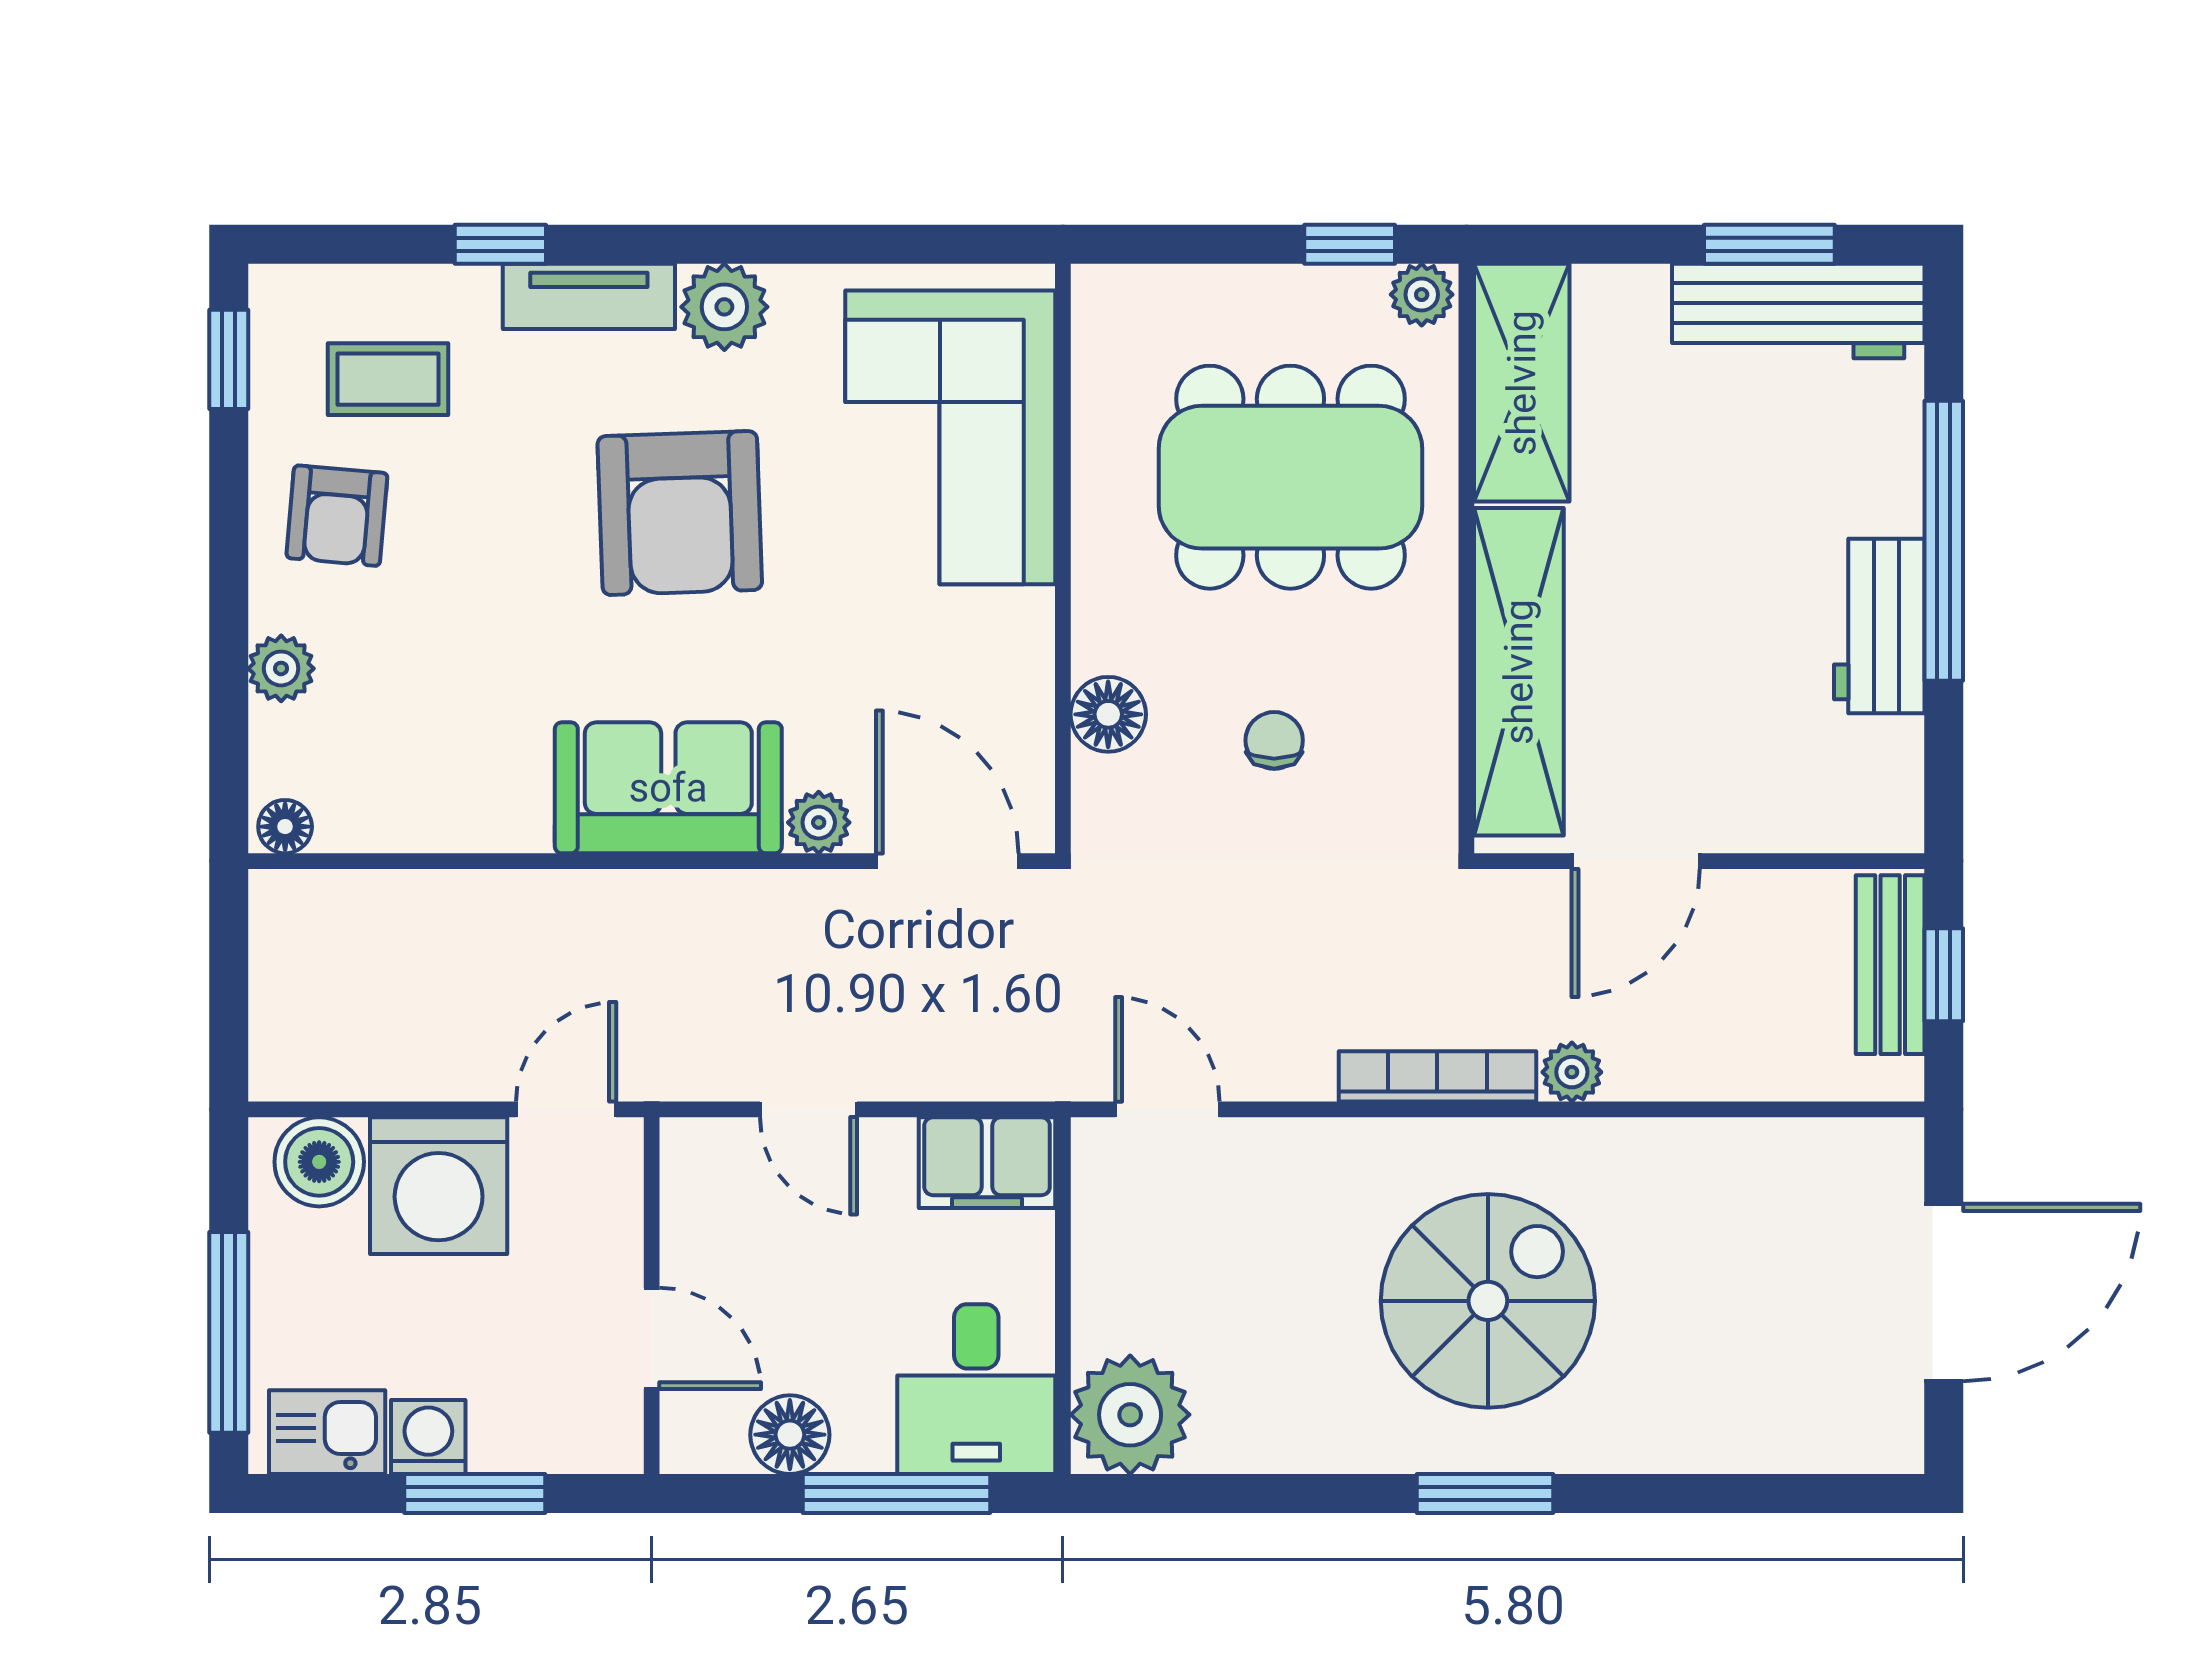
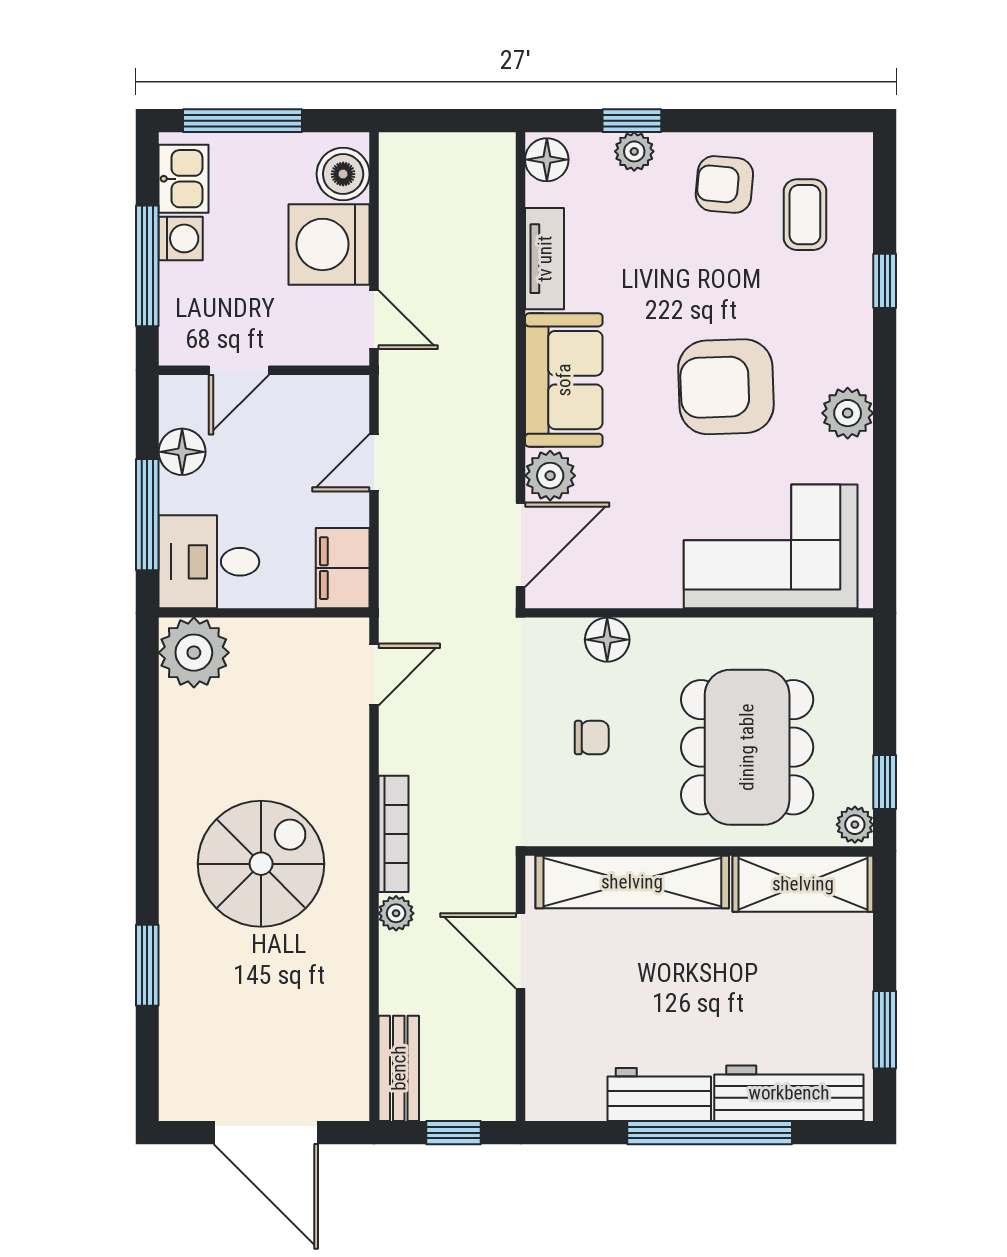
tv unit: (589, 296) -> (545, 259), moved, turned 180
workbench: (1798, 311) -> (789, 1093), moved, turned 90
window: (229, 359) -> (632, 121), moved
plant: (819, 822) -> (550, 476), width x1.38, depth x1.38
floor lamp: (285, 827) -> (547, 160), width x1.37, depth x1.37
bench: (1890, 965) -> (399, 1068), moved, turned 90
spiral stairs: (1488, 1301) -> (261, 864), turned -90
window: (475, 1494) -> (147, 266), width x1.44
window: (1485, 1494) -> (147, 965), moved

